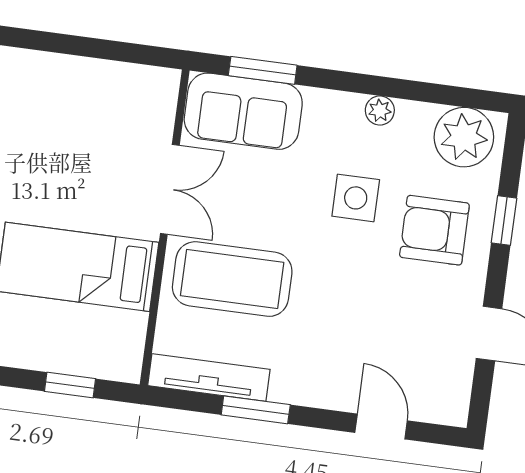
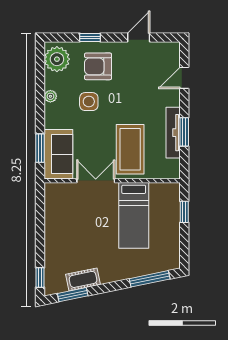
armchair: (434, 230) -> (98, 66), turned 90
tv unit: (209, 377) -> (173, 133), moved

